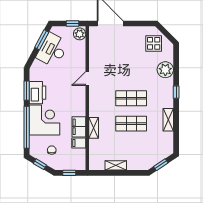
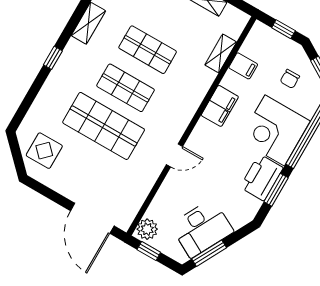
plant: (165, 70) -> (50, 101), removed
shop shelf: (131, 73) -> (104, 126), added
filing cabinet: (79, 127) -> (220, 106), moved
shelving: (94, 128) -> (221, 53), moved

